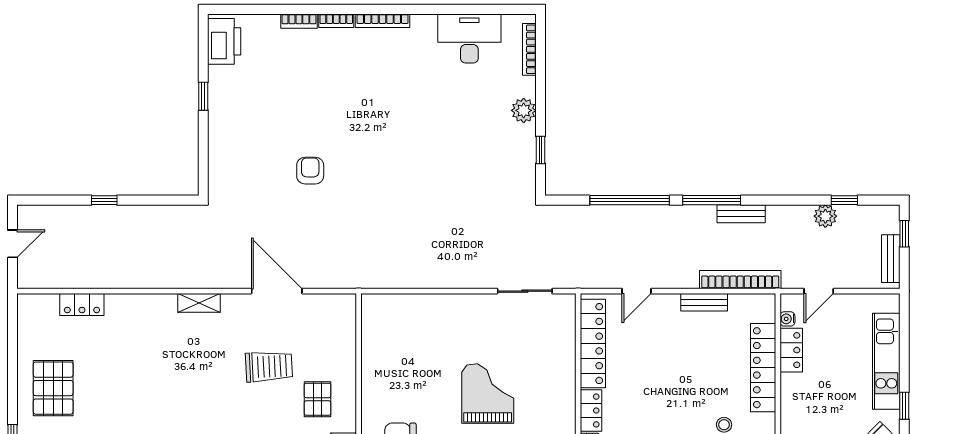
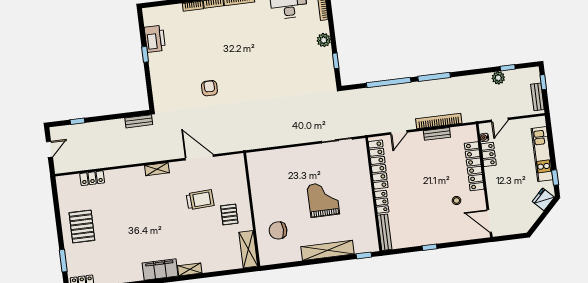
printer: (224, 41) -> (155, 39), moved
window: (104, 200) -> (77, 121), moved
bench: (741, 214) -> (139, 121), moved
bookcase: (740, 280) -> (439, 121), moved

